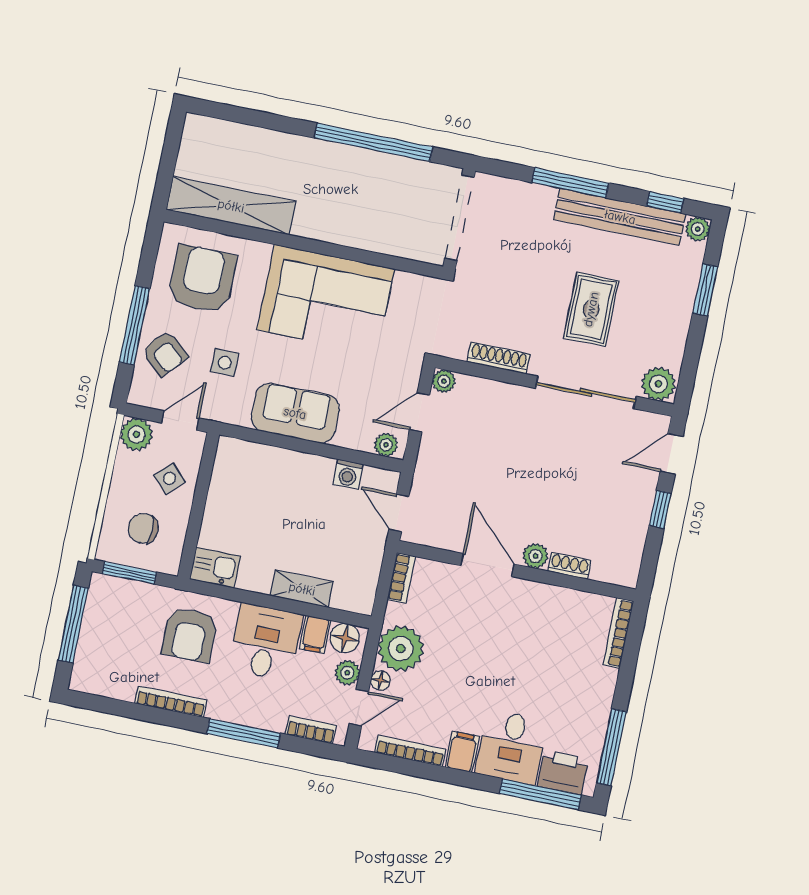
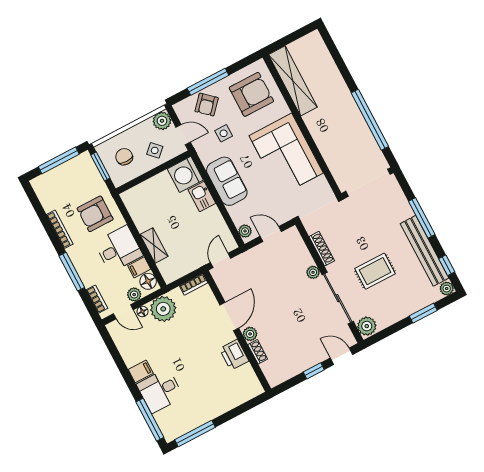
plant: (444, 381) -> (313, 272), moved
washing machine: (348, 474) -> (185, 174), moved, width x1.89, depth x1.89
kitchen sink: (215, 568) -> (202, 197), moved, turned 180
bookcase: (618, 633) -> (246, 396), removed
bookcase: (410, 751) -> (123, 349), removed
printer: (563, 772) -> (234, 355), moved, turned 180

